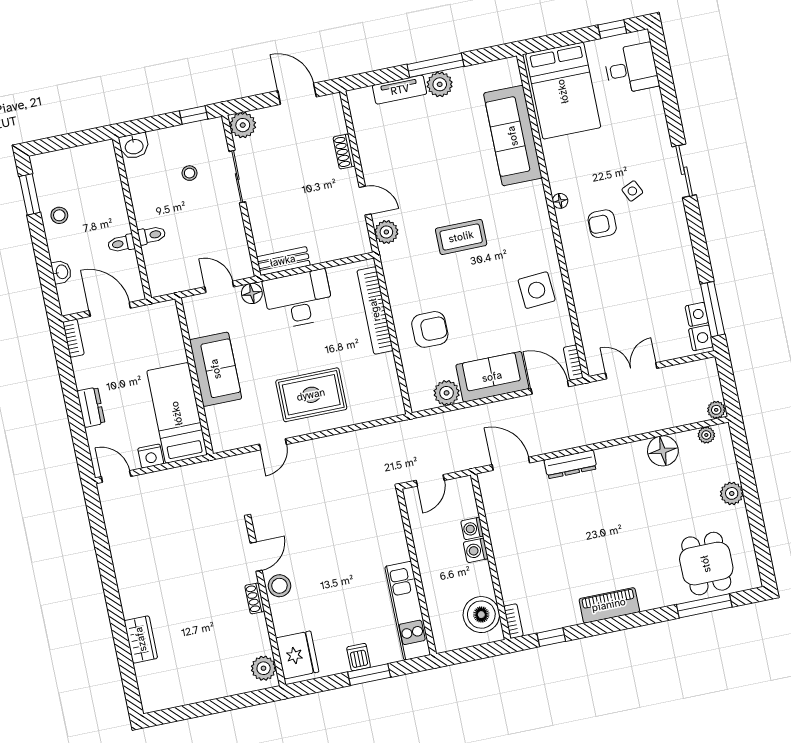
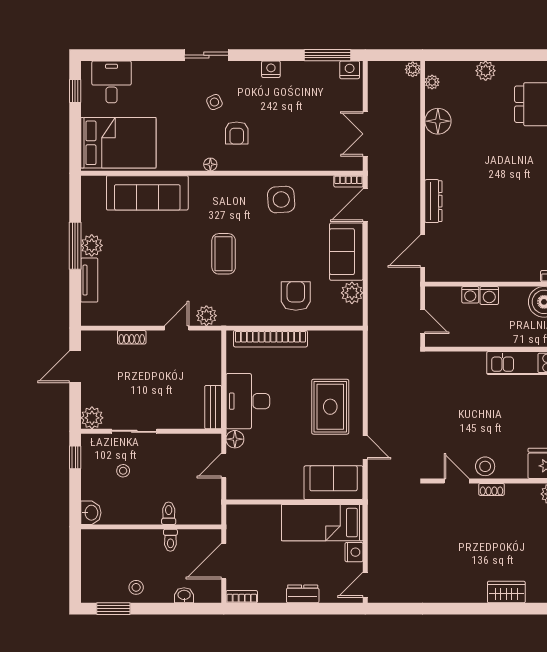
nightstand: (697, 314) -> (271, 69), moved
sofa: (216, 369) -> (334, 483), moved

